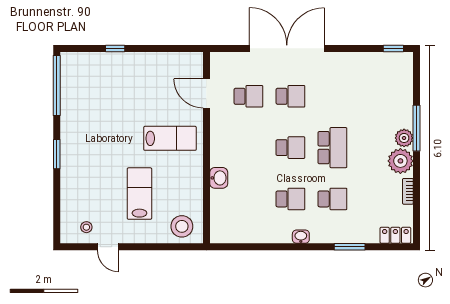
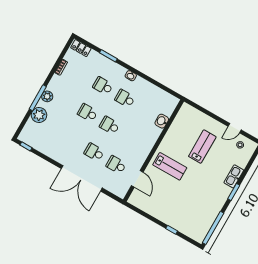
lab bench: (170, 138) -> (170, 166), turned 180
school desk: (332, 148) -> (88, 113), width x0.54
plant: (400, 161) -> (39, 115), moved
kitchen sink: (69, 177) -> (234, 176), added
washbasin: (219, 178) -> (162, 121), moved
lab bench: (139, 194) -> (202, 147), turned 180
stool: (182, 226) -> (190, 117), removed
door: (108, 247) -> (235, 128), swing flipped

